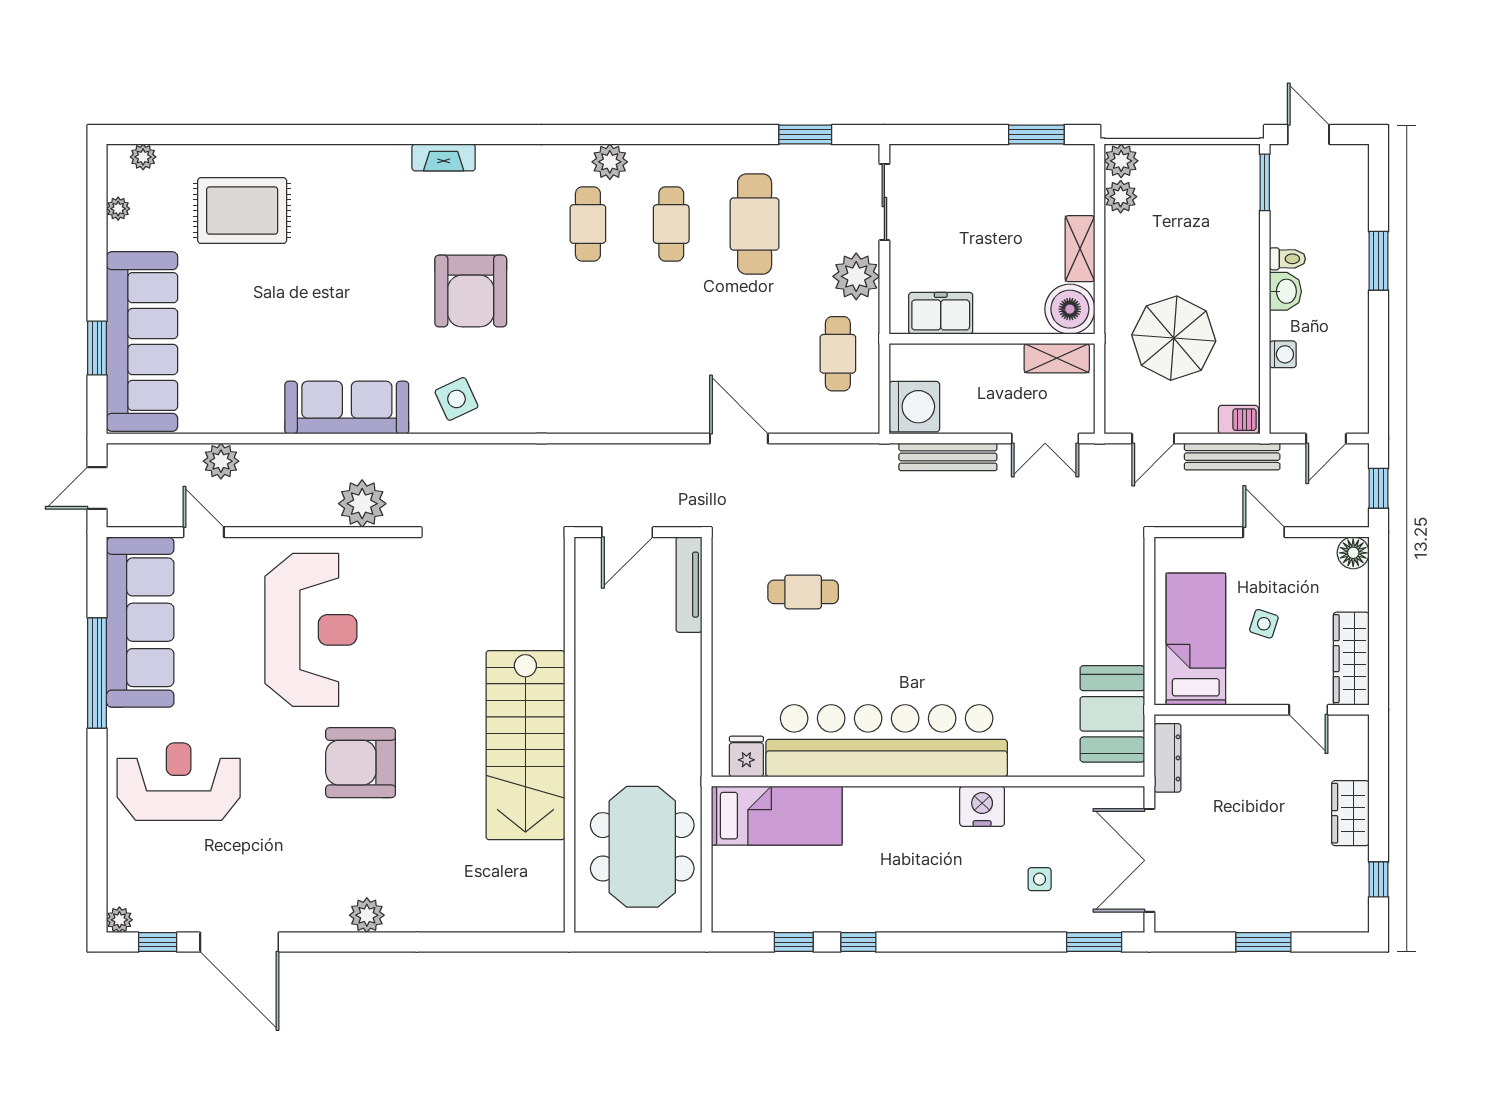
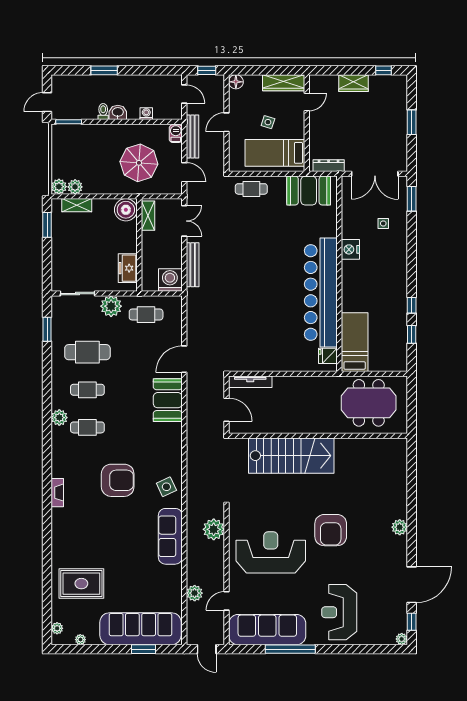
rug: (242, 211) -> (81, 584), turned 90
shelving: (1080, 249) -> (77, 205), moved
booth: (648, 402) -> (168, 400), added
cafe table: (803, 592) -> (251, 189), moved, turned 90
stairs: (525, 745) -> (291, 456), moved

